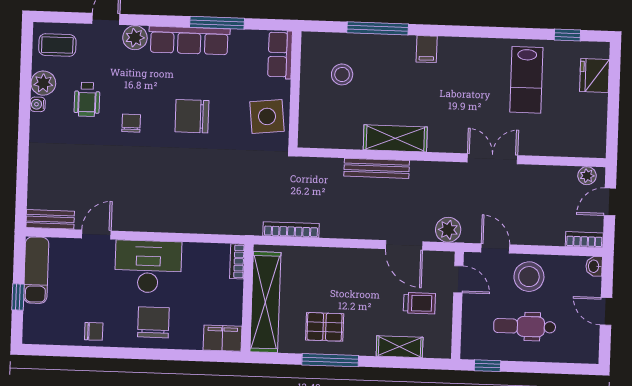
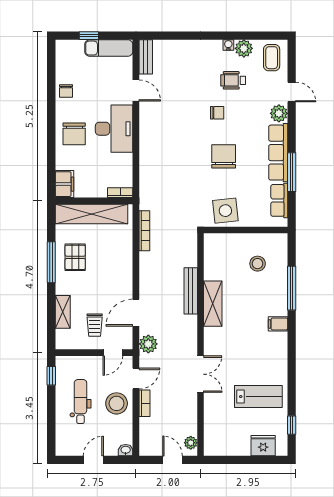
row of seats: (280, 55) -> (279, 200), moved, turned -90
lab bench: (526, 80) -> (258, 397), turned 180
bookcase: (584, 240) -> (145, 403), moved
chair: (153, 322) -> (74, 134), turned 90

